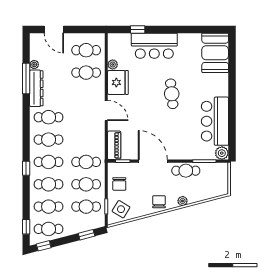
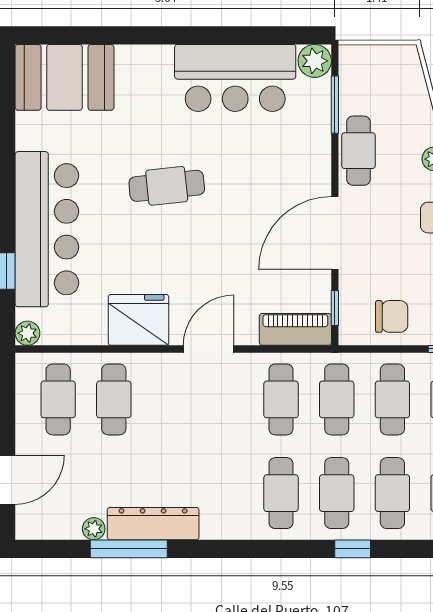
bar counter: (154, 46) -> (47, 229), width x1.36
plant: (113, 65) -> (27, 333), moved
cafe table: (49, 117) -> (281, 399), moved

